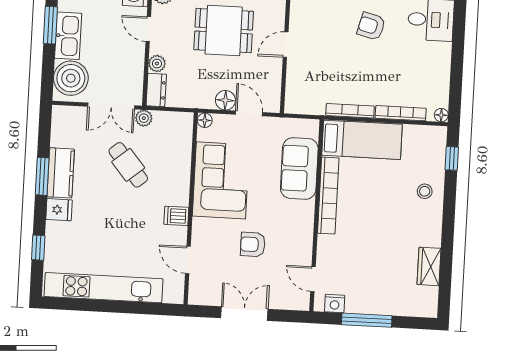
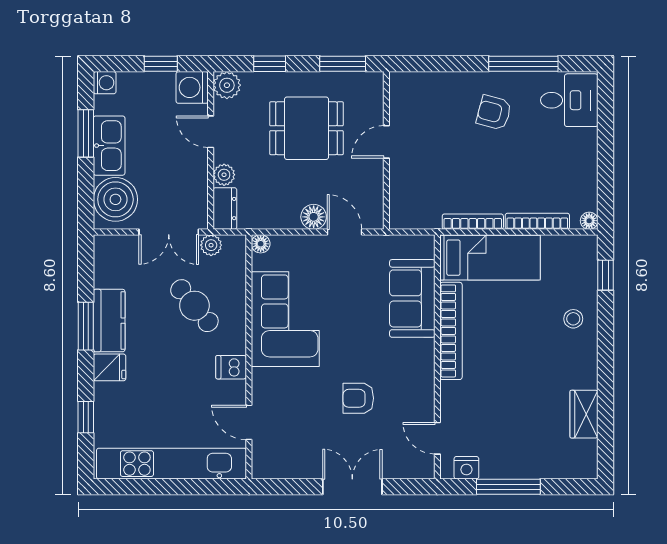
floor lamp: (205, 120) -> (261, 244), moved
corner sofa: (221, 180) -> (285, 319), moved
wall: (191, 208) -> (249, 357), moved
dishwasher: (176, 216) -> (231, 367), moved
door: (188, 260) -> (249, 422), moved

